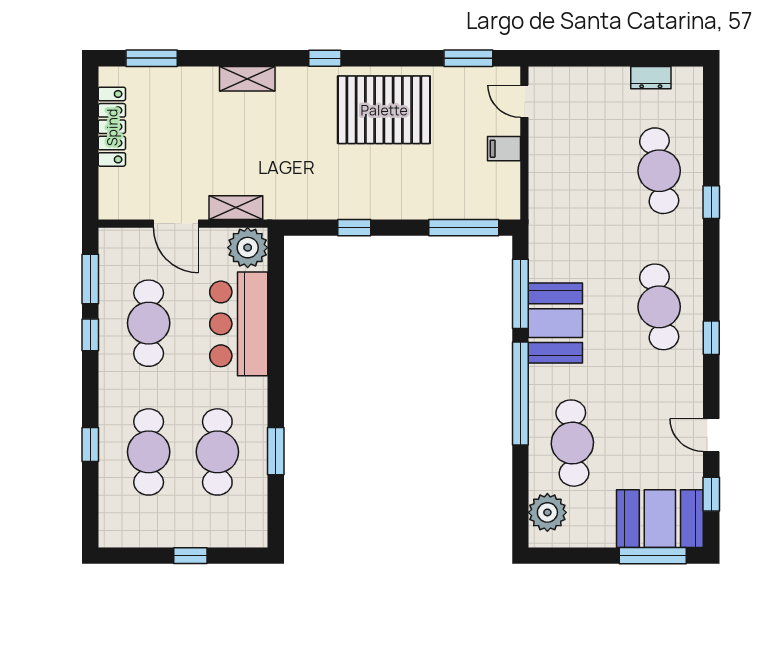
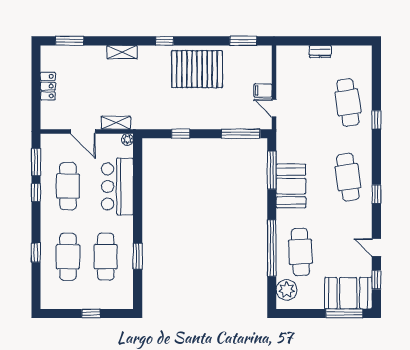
dresser: (651, 78) -> (320, 51), moved
door: (524, 101) -> (274, 108), moved
locker: (112, 127) -> (48, 86), width x0.66
plant: (248, 248) -> (127, 140), width x0.53, depth x0.53
window: (520, 393) -> (272, 248), moved

